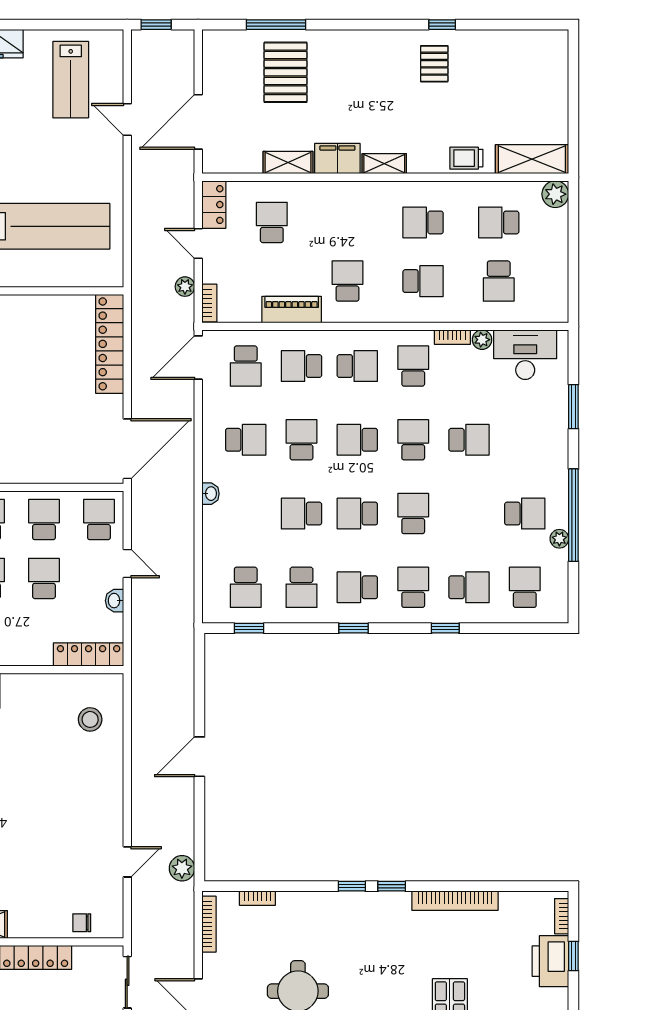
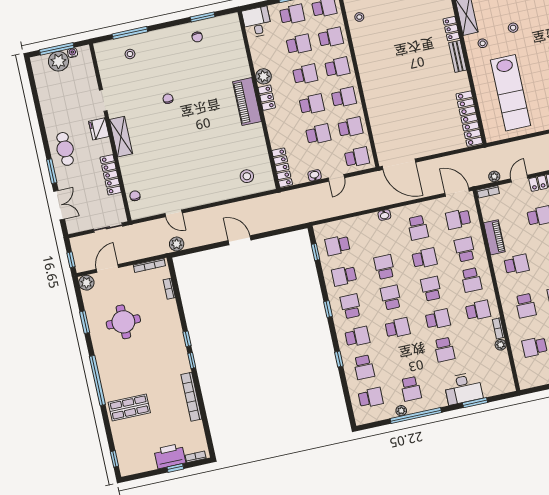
locker: (110, 344) -> (469, 119), moved, turned -90
desk: (525, 355) -> (463, 388), moved, turned 90

